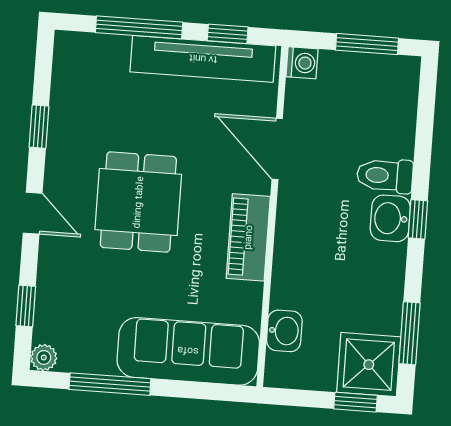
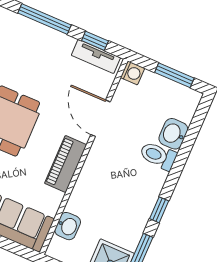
tv unit: (203, 59) -> (96, 57), width x0.52, depth x0.78
washbasin: (390, 218) -> (173, 134), moved
window: (418, 219) -> (159, 210), moved

